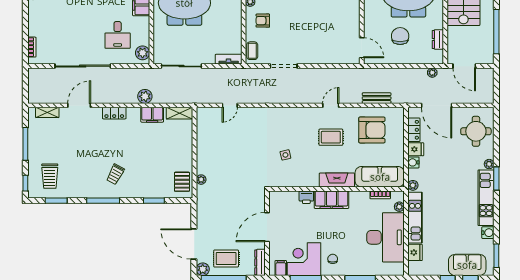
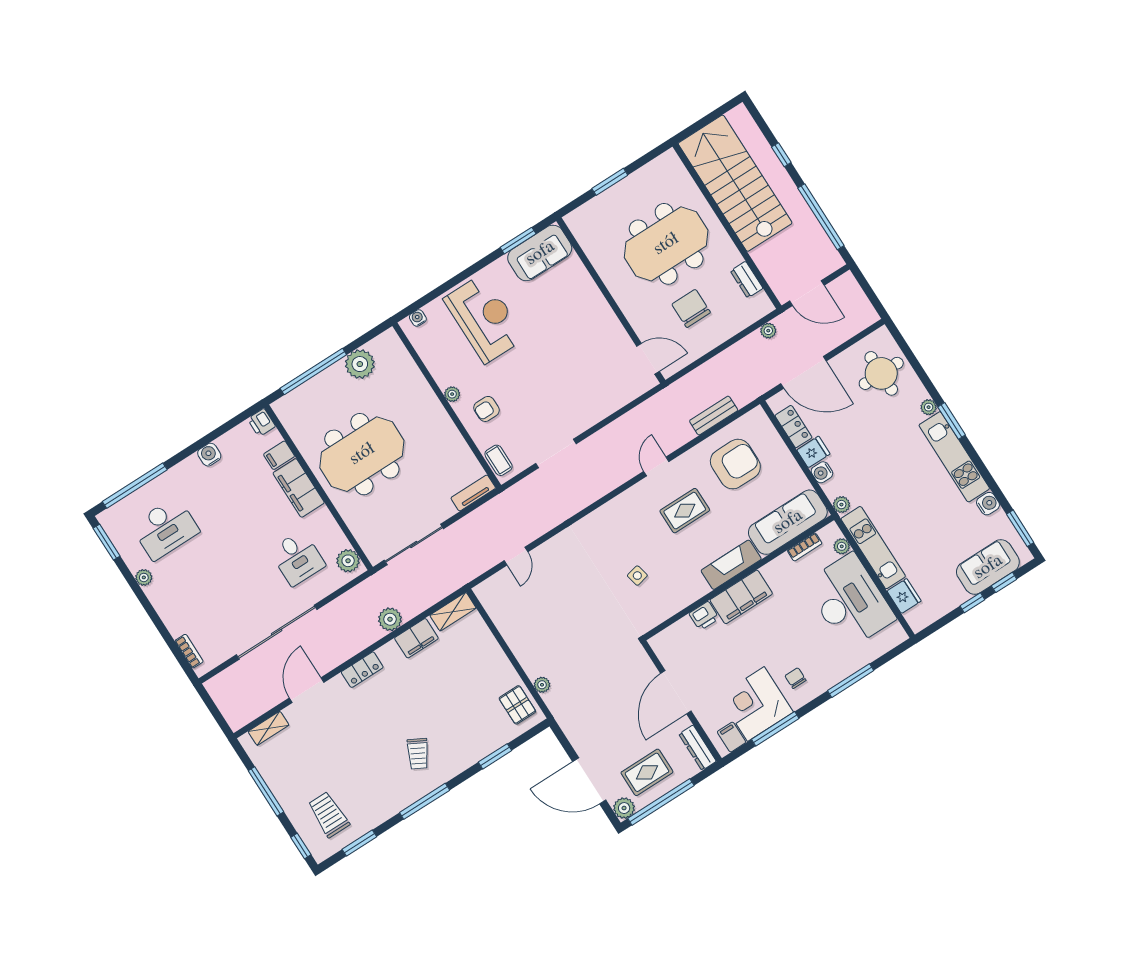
trolley: (50, 176) -> (329, 815), turned 180

